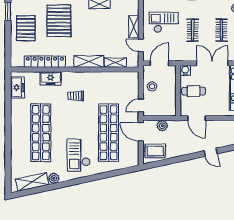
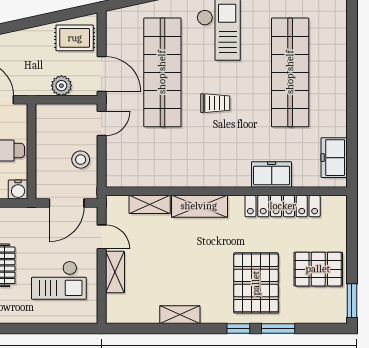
pallet: (26, 28) -> (318, 269), turned 90
trolley: (76, 96) -> (215, 103), moved

